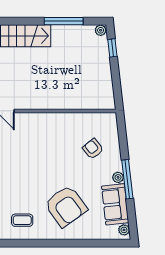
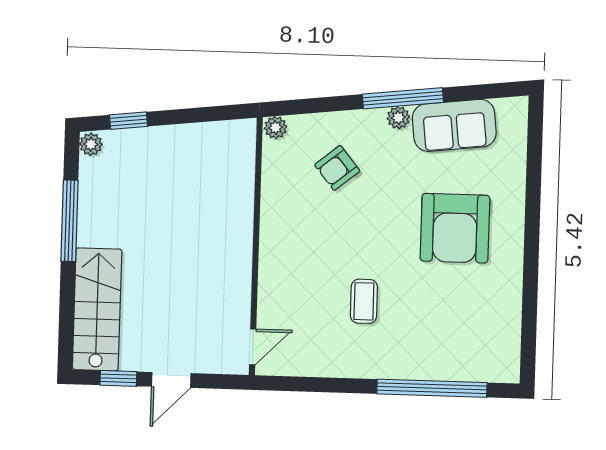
armchair: (66, 206) -> (455, 228), turned 126
coffee table: (22, 220) -> (364, 301), moved
plant: (124, 230) -> (276, 128), moved

